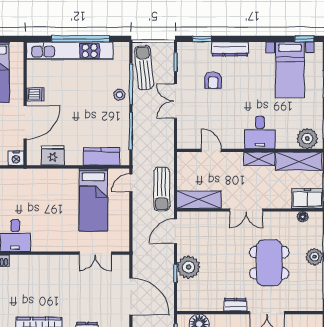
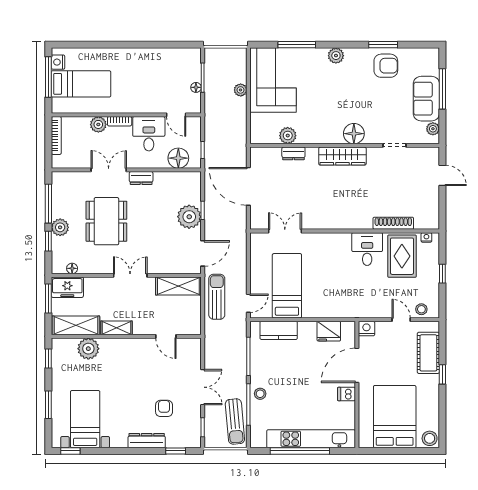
desk: (260, 133) -> (116, 355), removed
plant: (307, 139) -> (88, 349), moved

